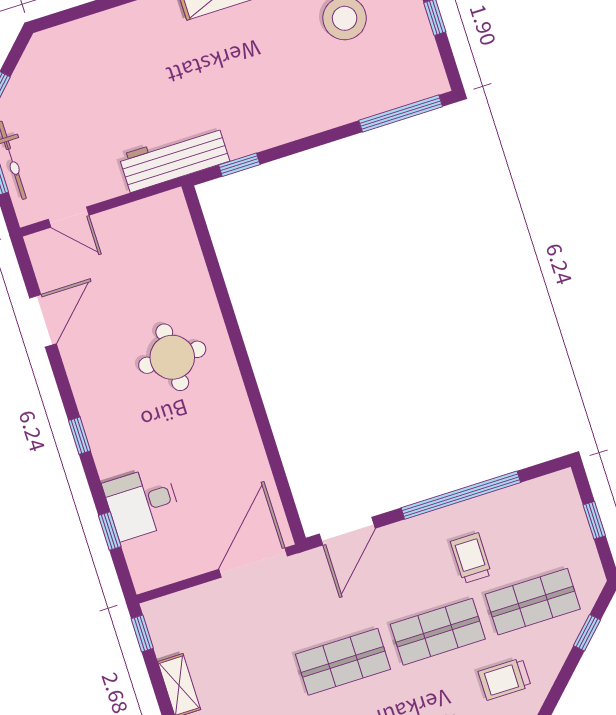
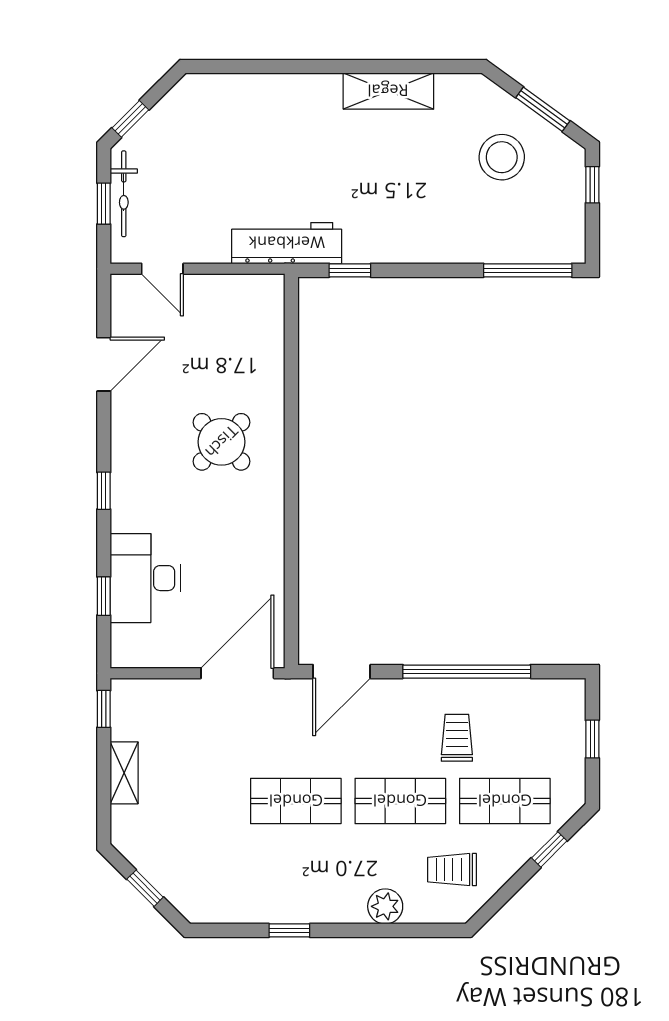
round table: (172, 357) -> (222, 442), turned 45
desk: (142, 503) -> (145, 578), width x1.37

